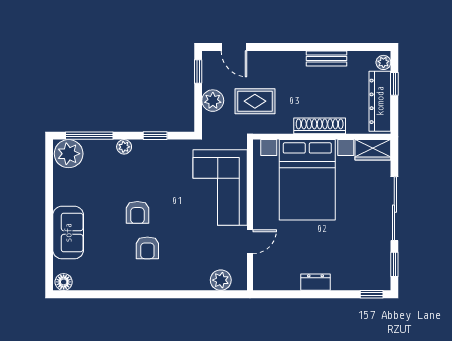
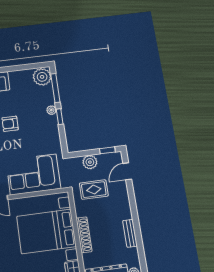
rug: (255, 101) -> (94, 190), turned 90
window: (155, 136) -> (60, 117), moved

